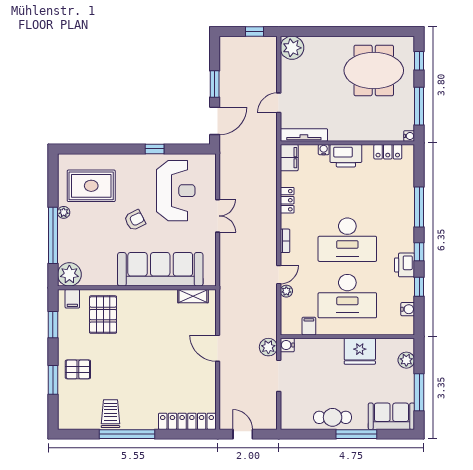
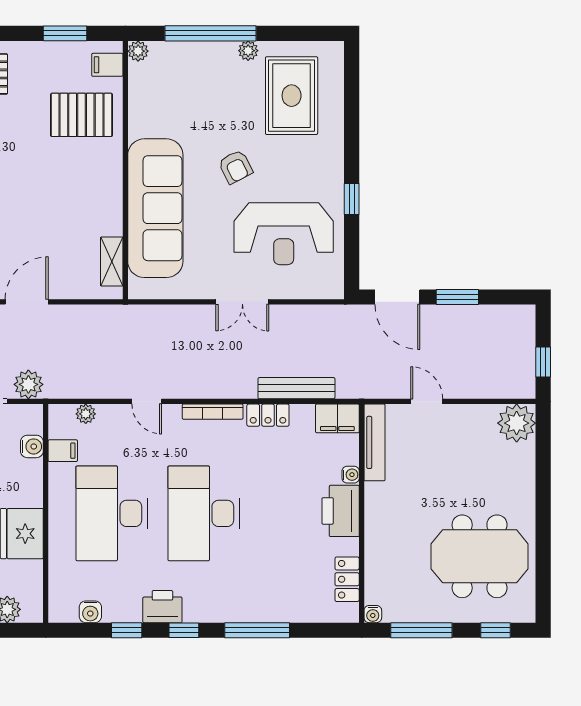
meeting table: (374, 70) -> (480, 556), turned 90
bench: (271, 183) -> (296, 388), added
bookcase: (285, 241) -> (213, 412), width x1.56
plant: (69, 274) -> (138, 51), width x0.53, depth x0.53
plant: (286, 291) -> (86, 414), moved
water cooler: (287, 345) -> (32, 446), moved, turned 90

